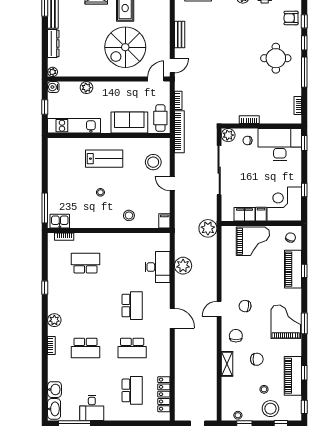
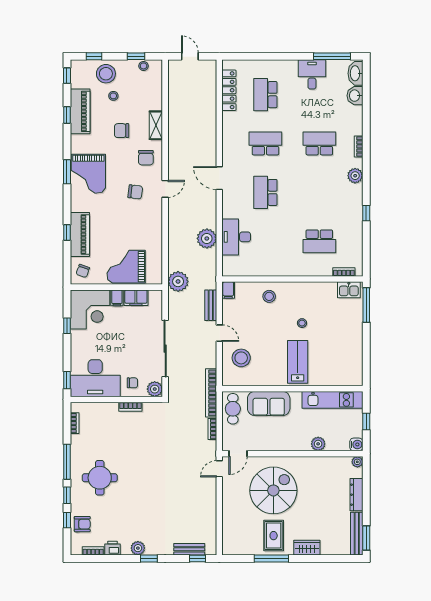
bench: (180, 34) -> (211, 305), moved
lab bench: (104, 159) -> (298, 362), turned 90

